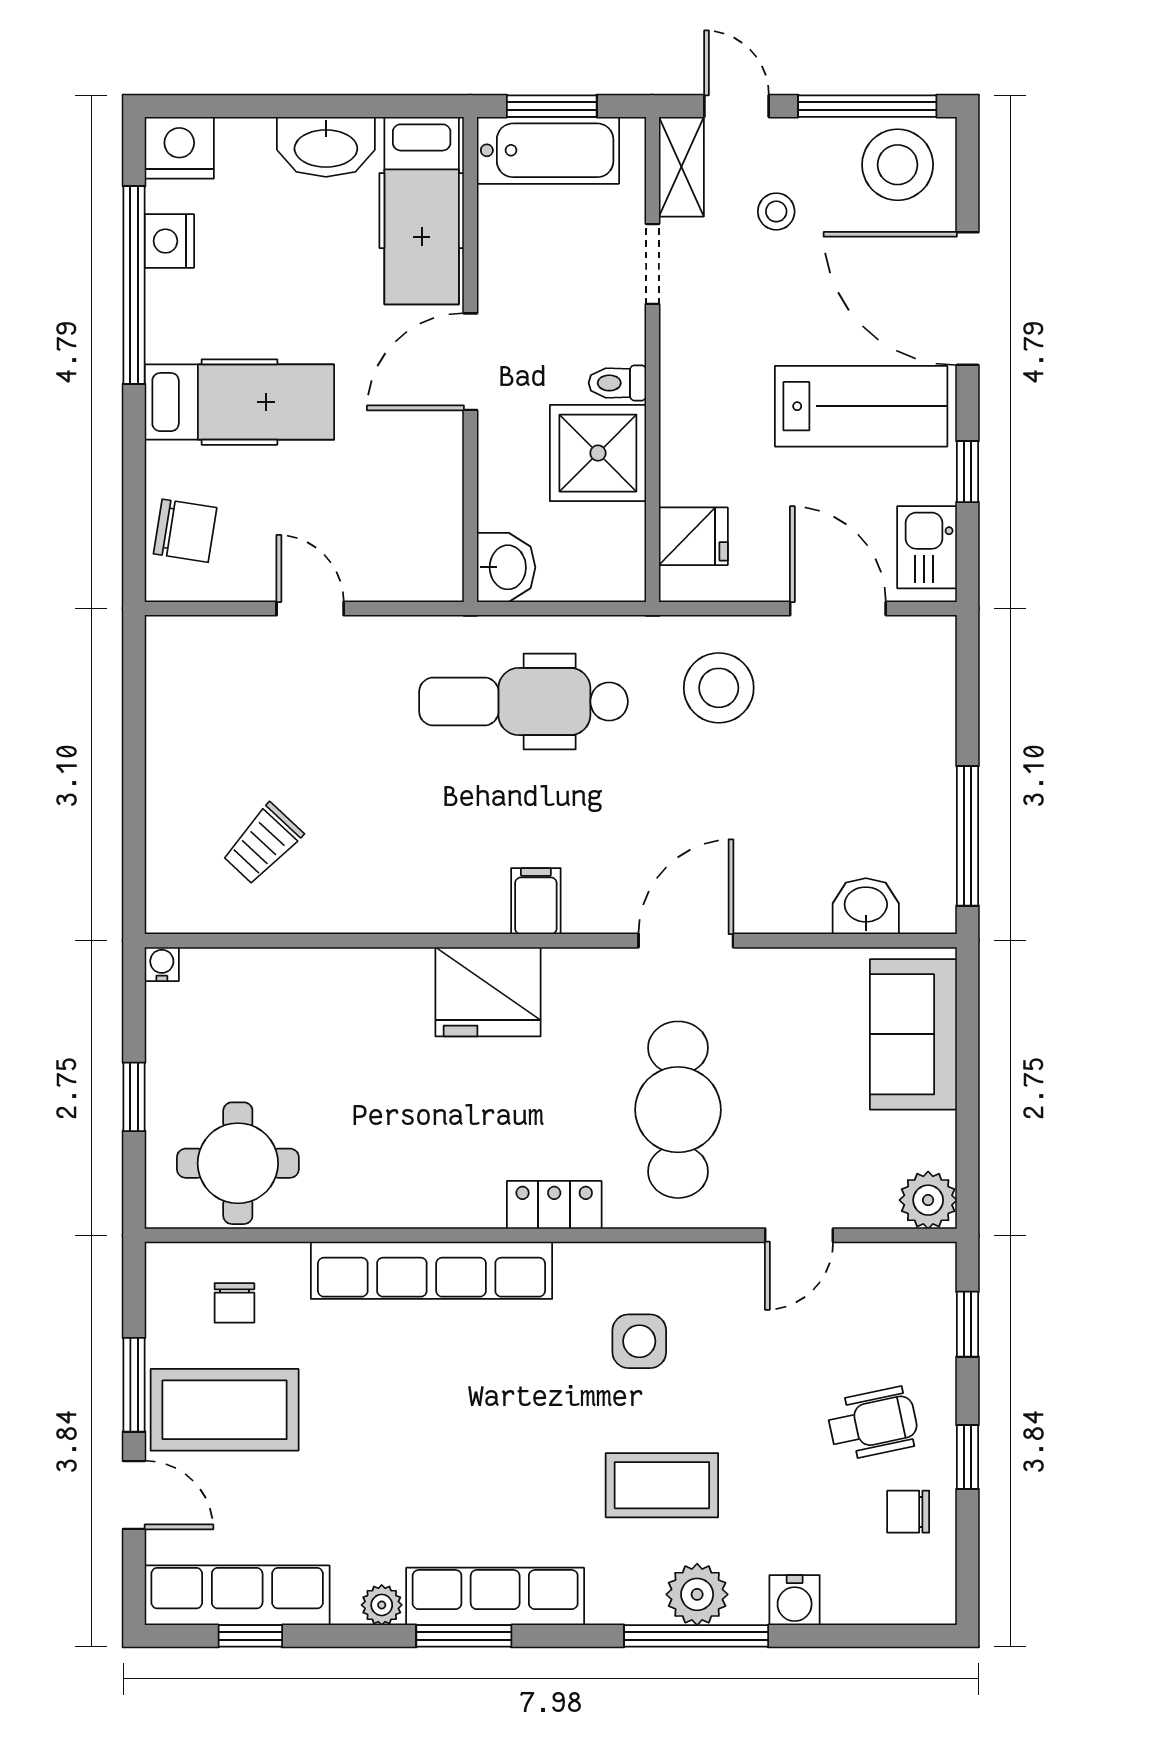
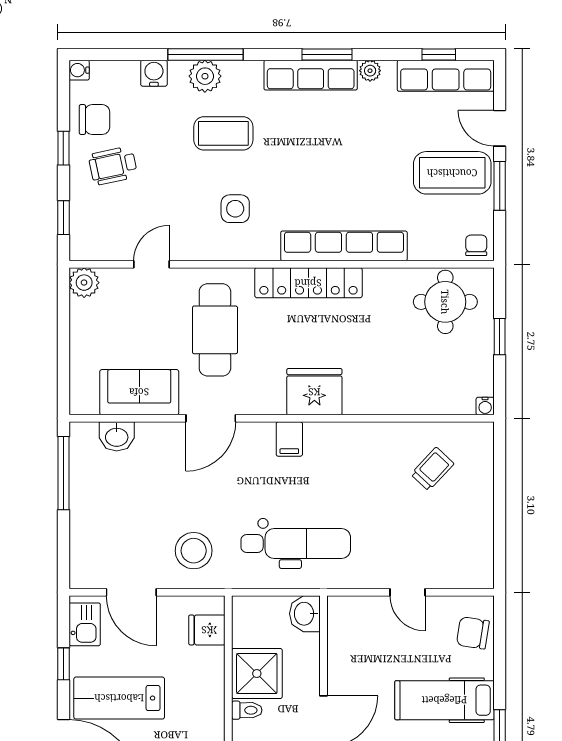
sofa: (913, 1034) -> (139, 392), moved, turned -90
locker: (554, 1205) -> (308, 283), width x2.16, depth x1.21
chair: (234, 1303) -> (476, 245), moved
chair: (908, 1512) -> (94, 120), width x1.37, depth x1.37
water cooler: (938, 1606) -> (79, 70), added

